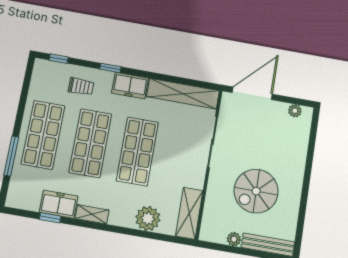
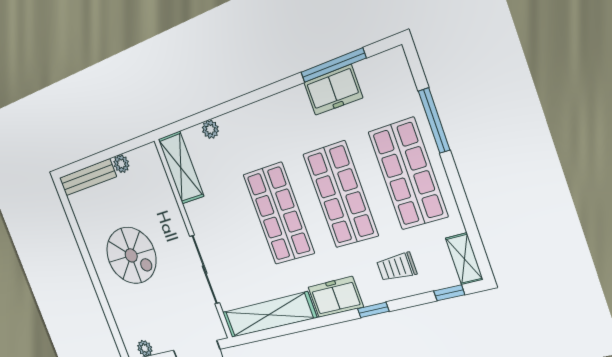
spiral stairs: (256, 191) -> (131, 255), moved, turned 90
shelving: (92, 214) -> (464, 259), moved, turned 90
window: (50, 218) -> (333, 65), width x2.17
plant: (148, 219) -> (210, 129), width x0.53, depth x0.53

